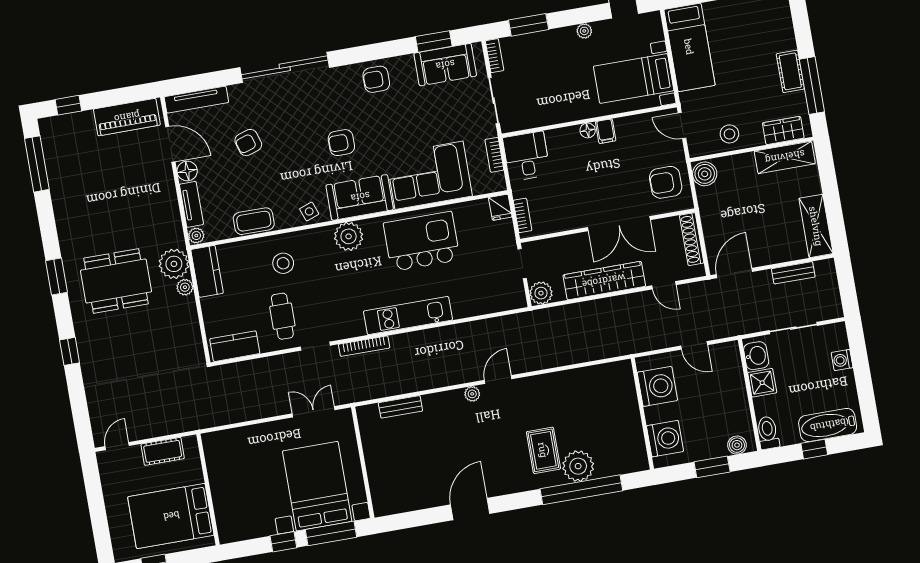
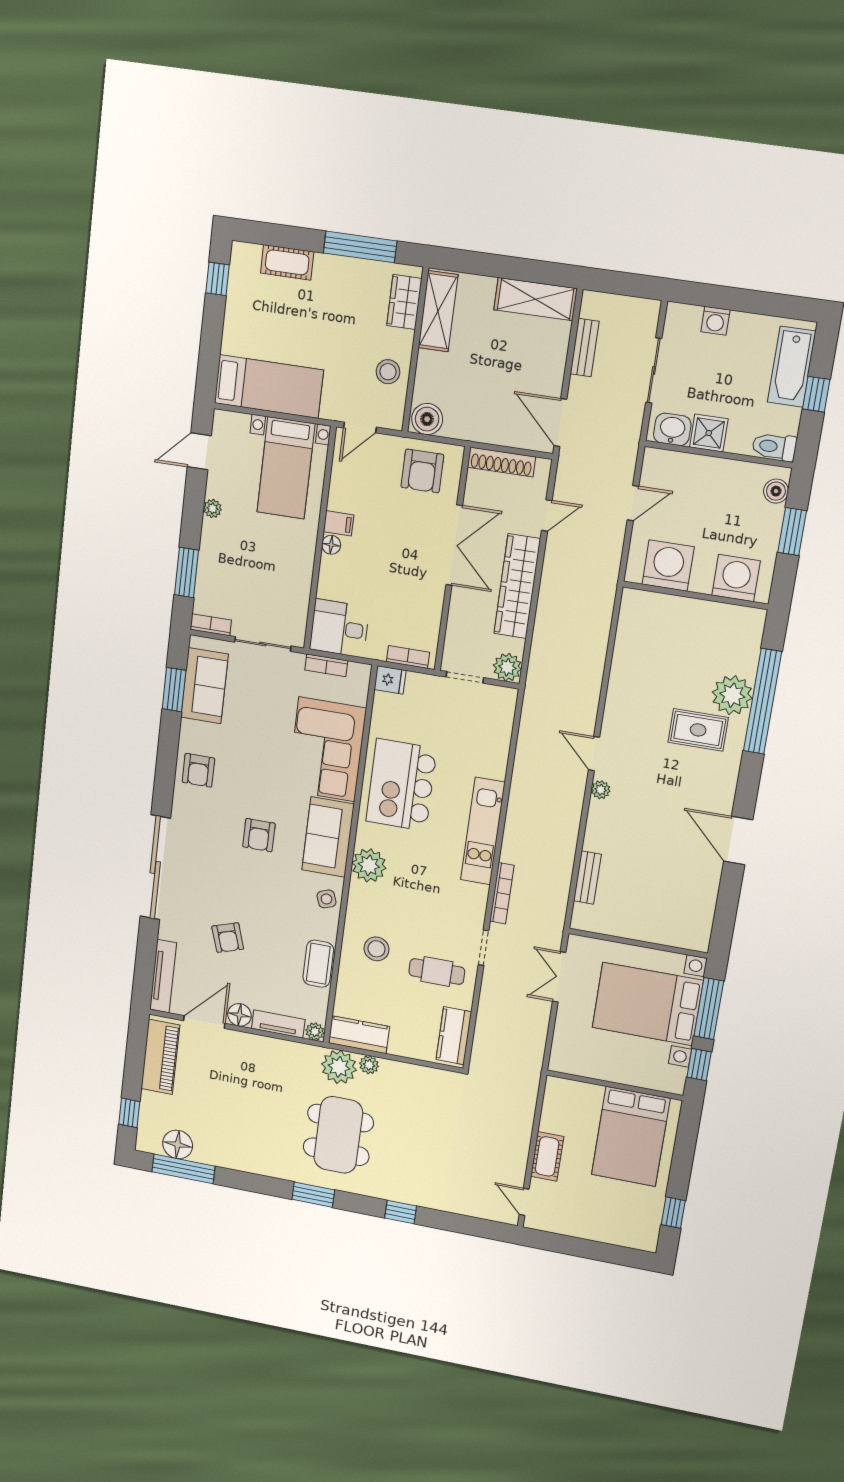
cot: (790, 71) -> (287, 262), moved
floor lamp: (56, 153) -> (178, 1145), added
wall: (208, 489) -> (615, 1085), moved
bed: (171, 516) -> (631, 1136), moved

